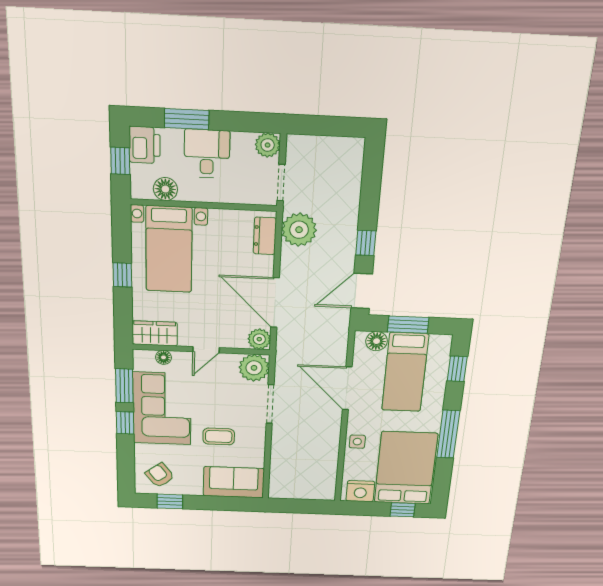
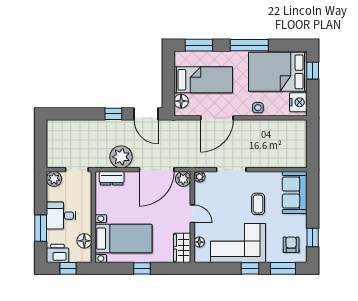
plant: (299, 230) -> (121, 157), moved
window: (408, 325) -> (168, 81), removed
plant: (254, 368) -> (200, 177), width x0.53, depth x0.53
window: (457, 369) -> (199, 45), width x1.50
window: (124, 386) -> (283, 268), moved
armchair: (160, 475) -> (291, 245), turned 127

